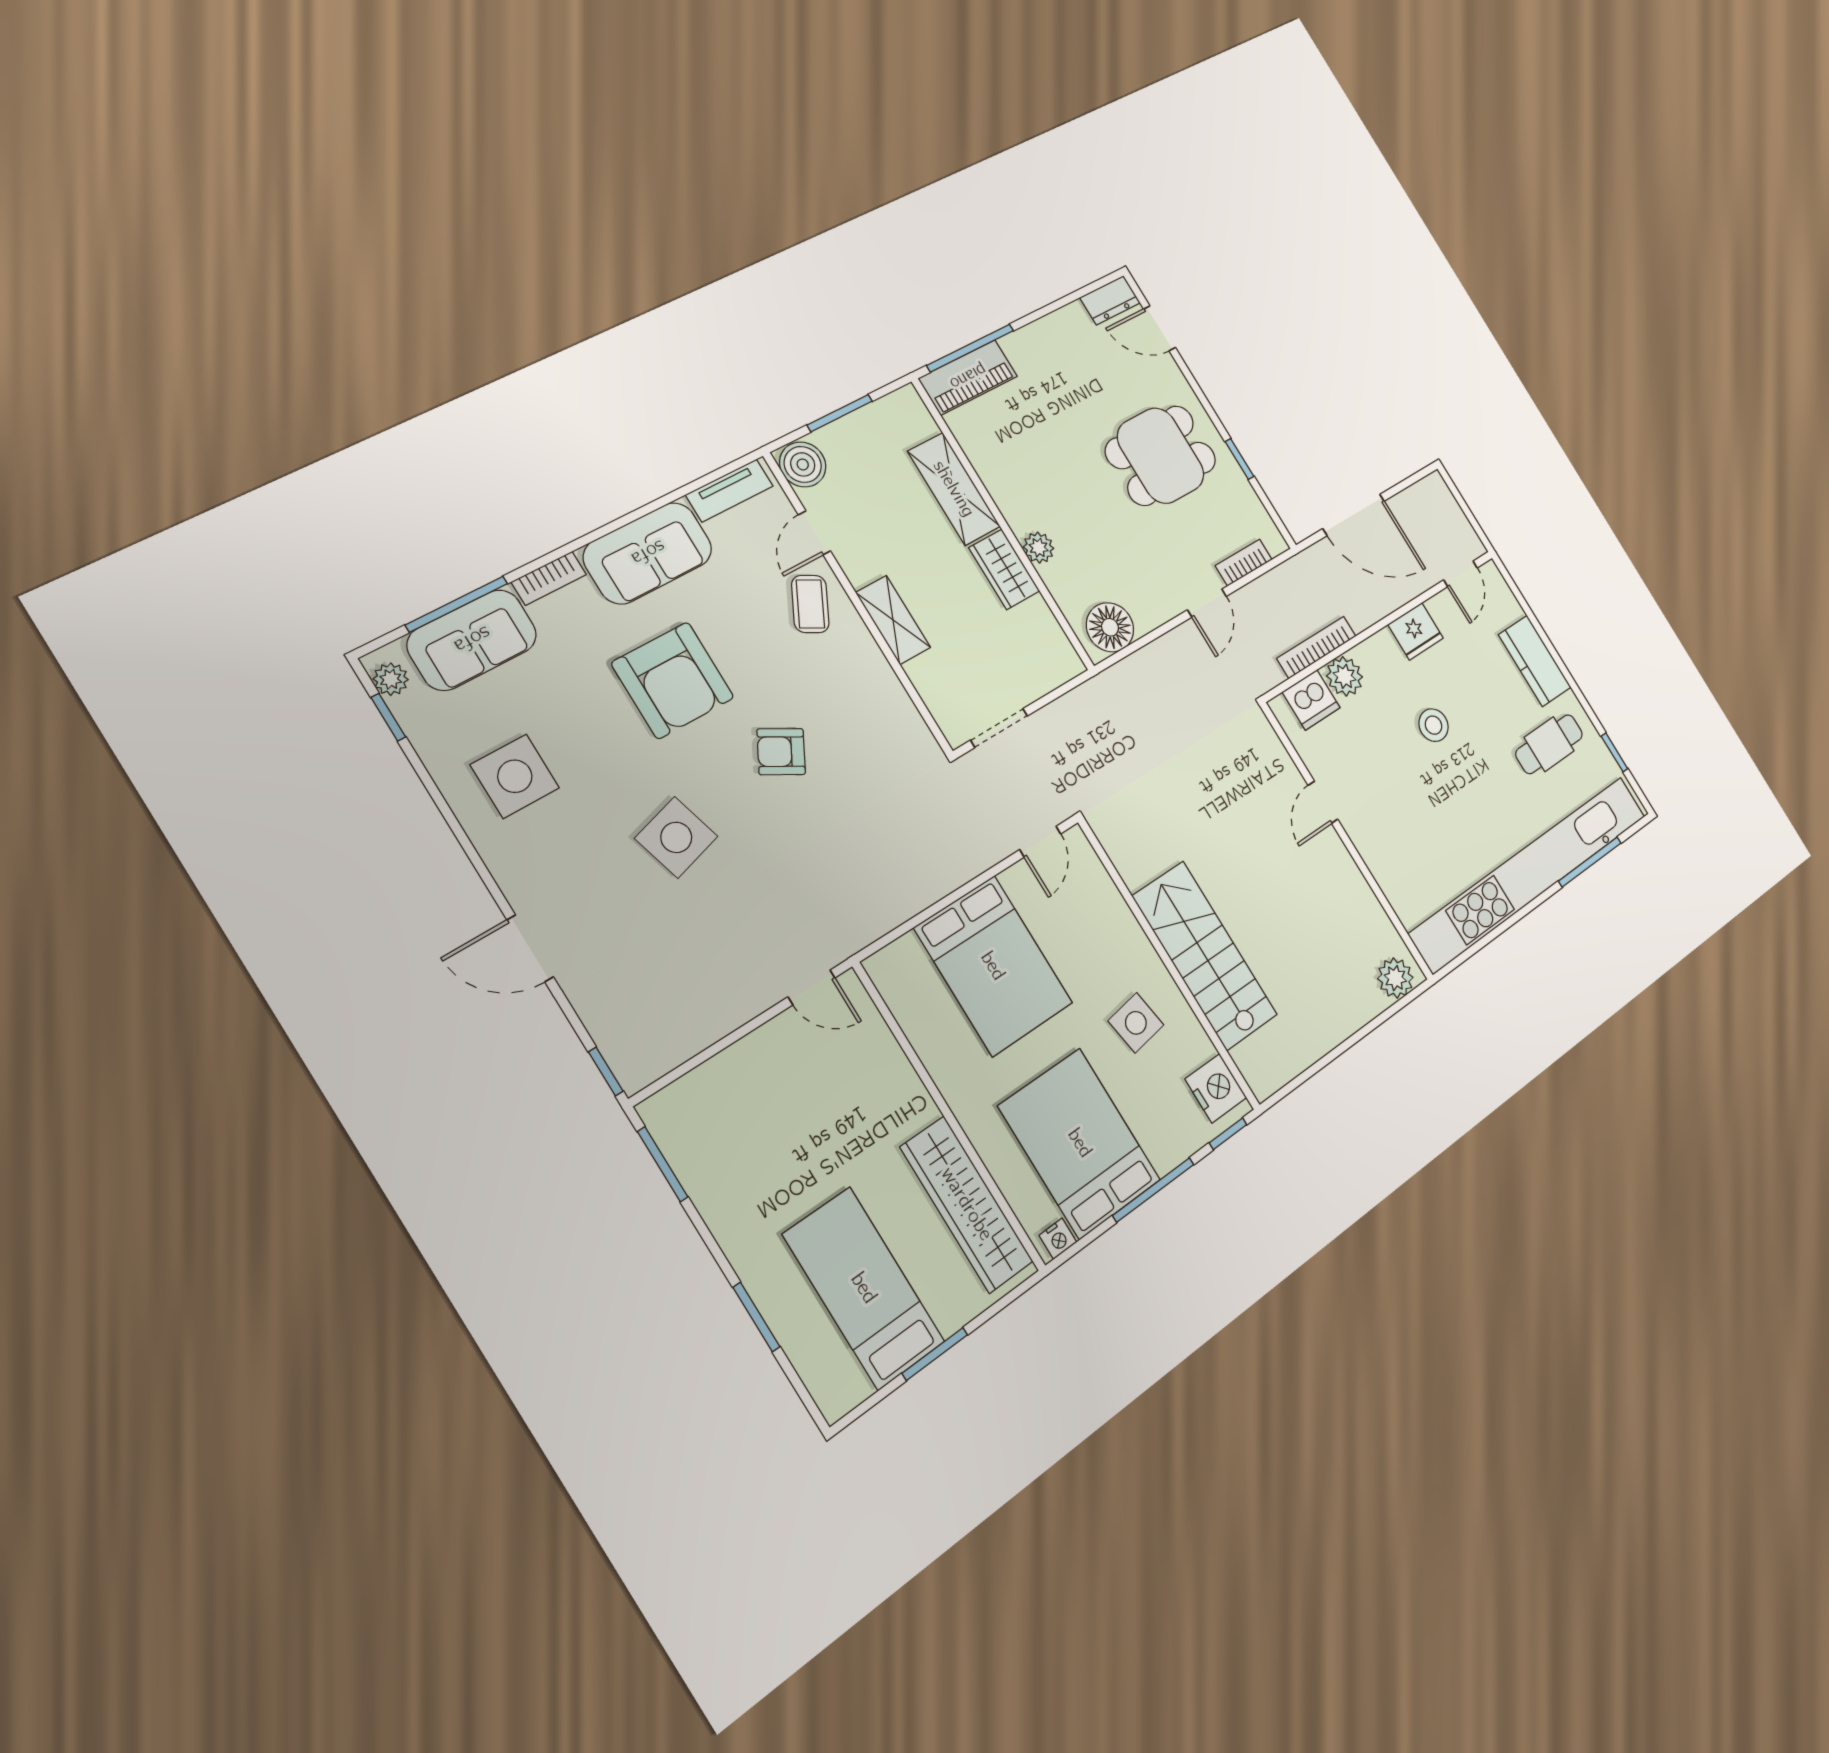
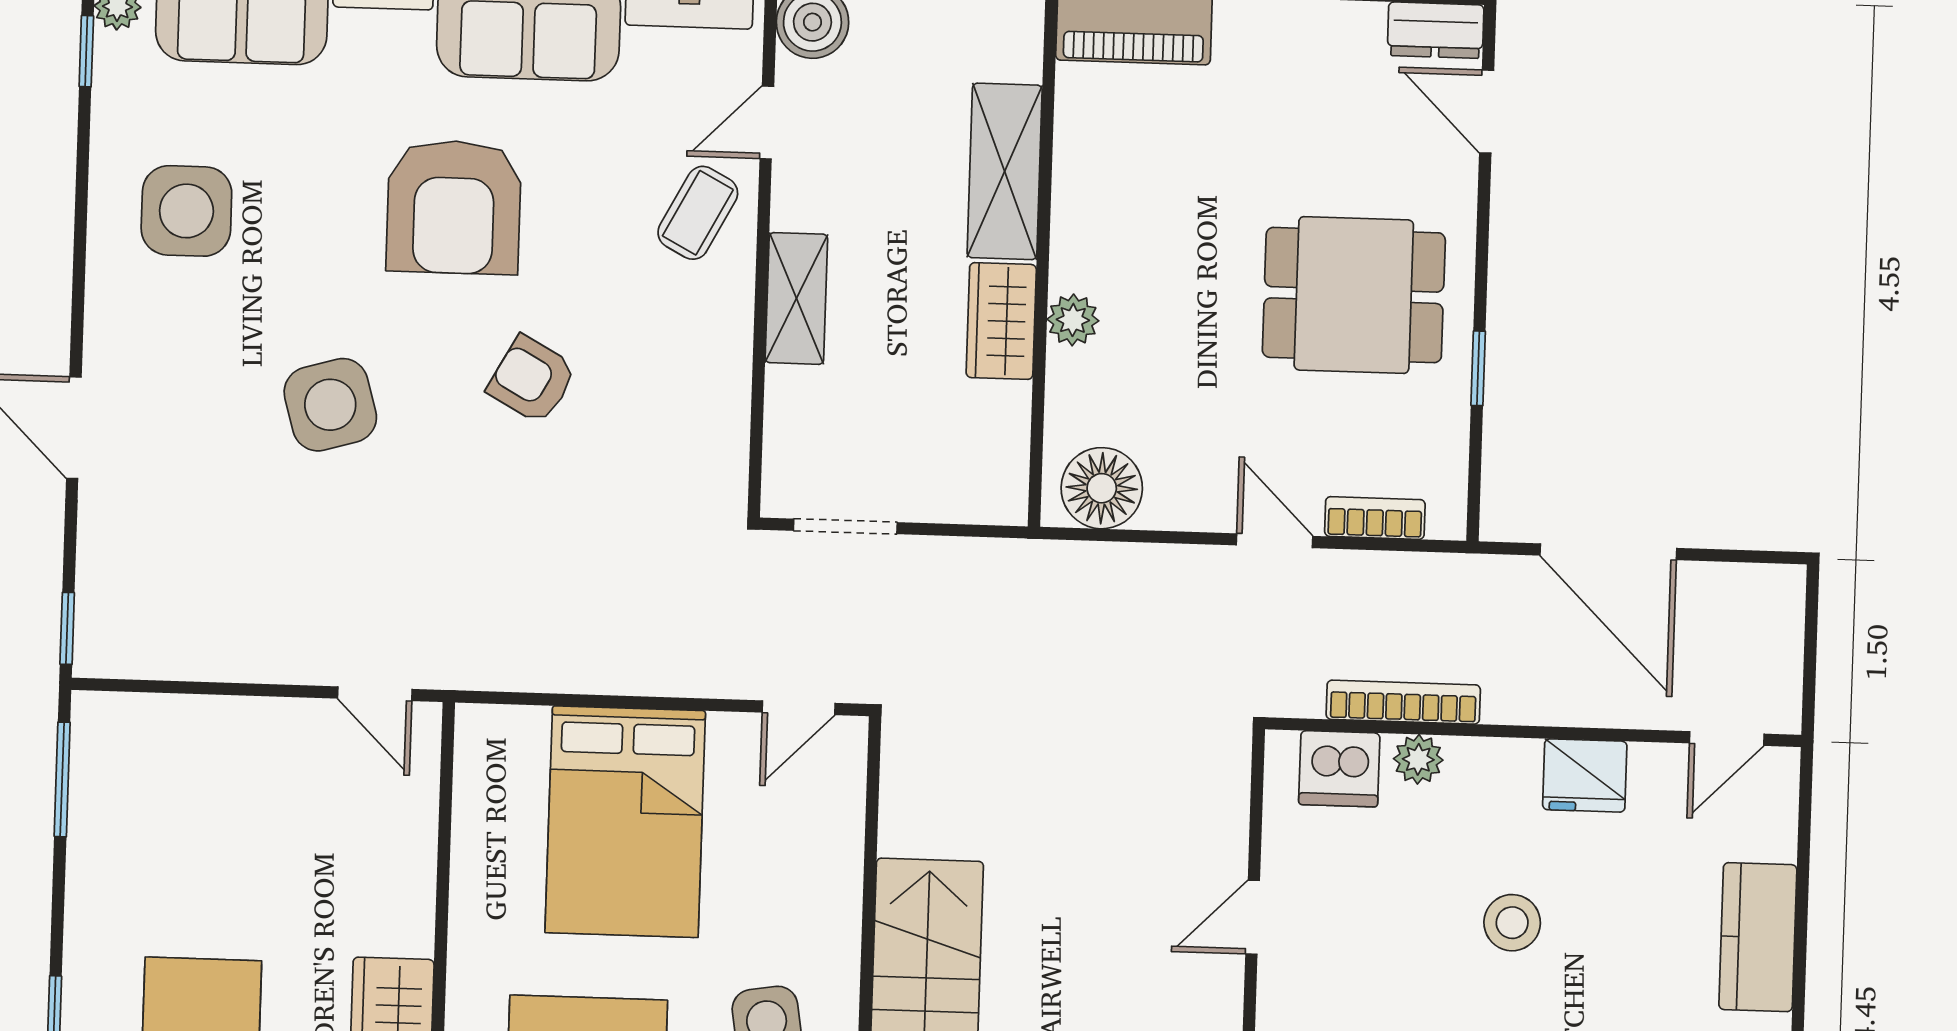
door: (1207, 603) -> (1274, 541), swing flipped
plant: (1344, 676) -> (1418, 759), width x0.73, depth x0.73

